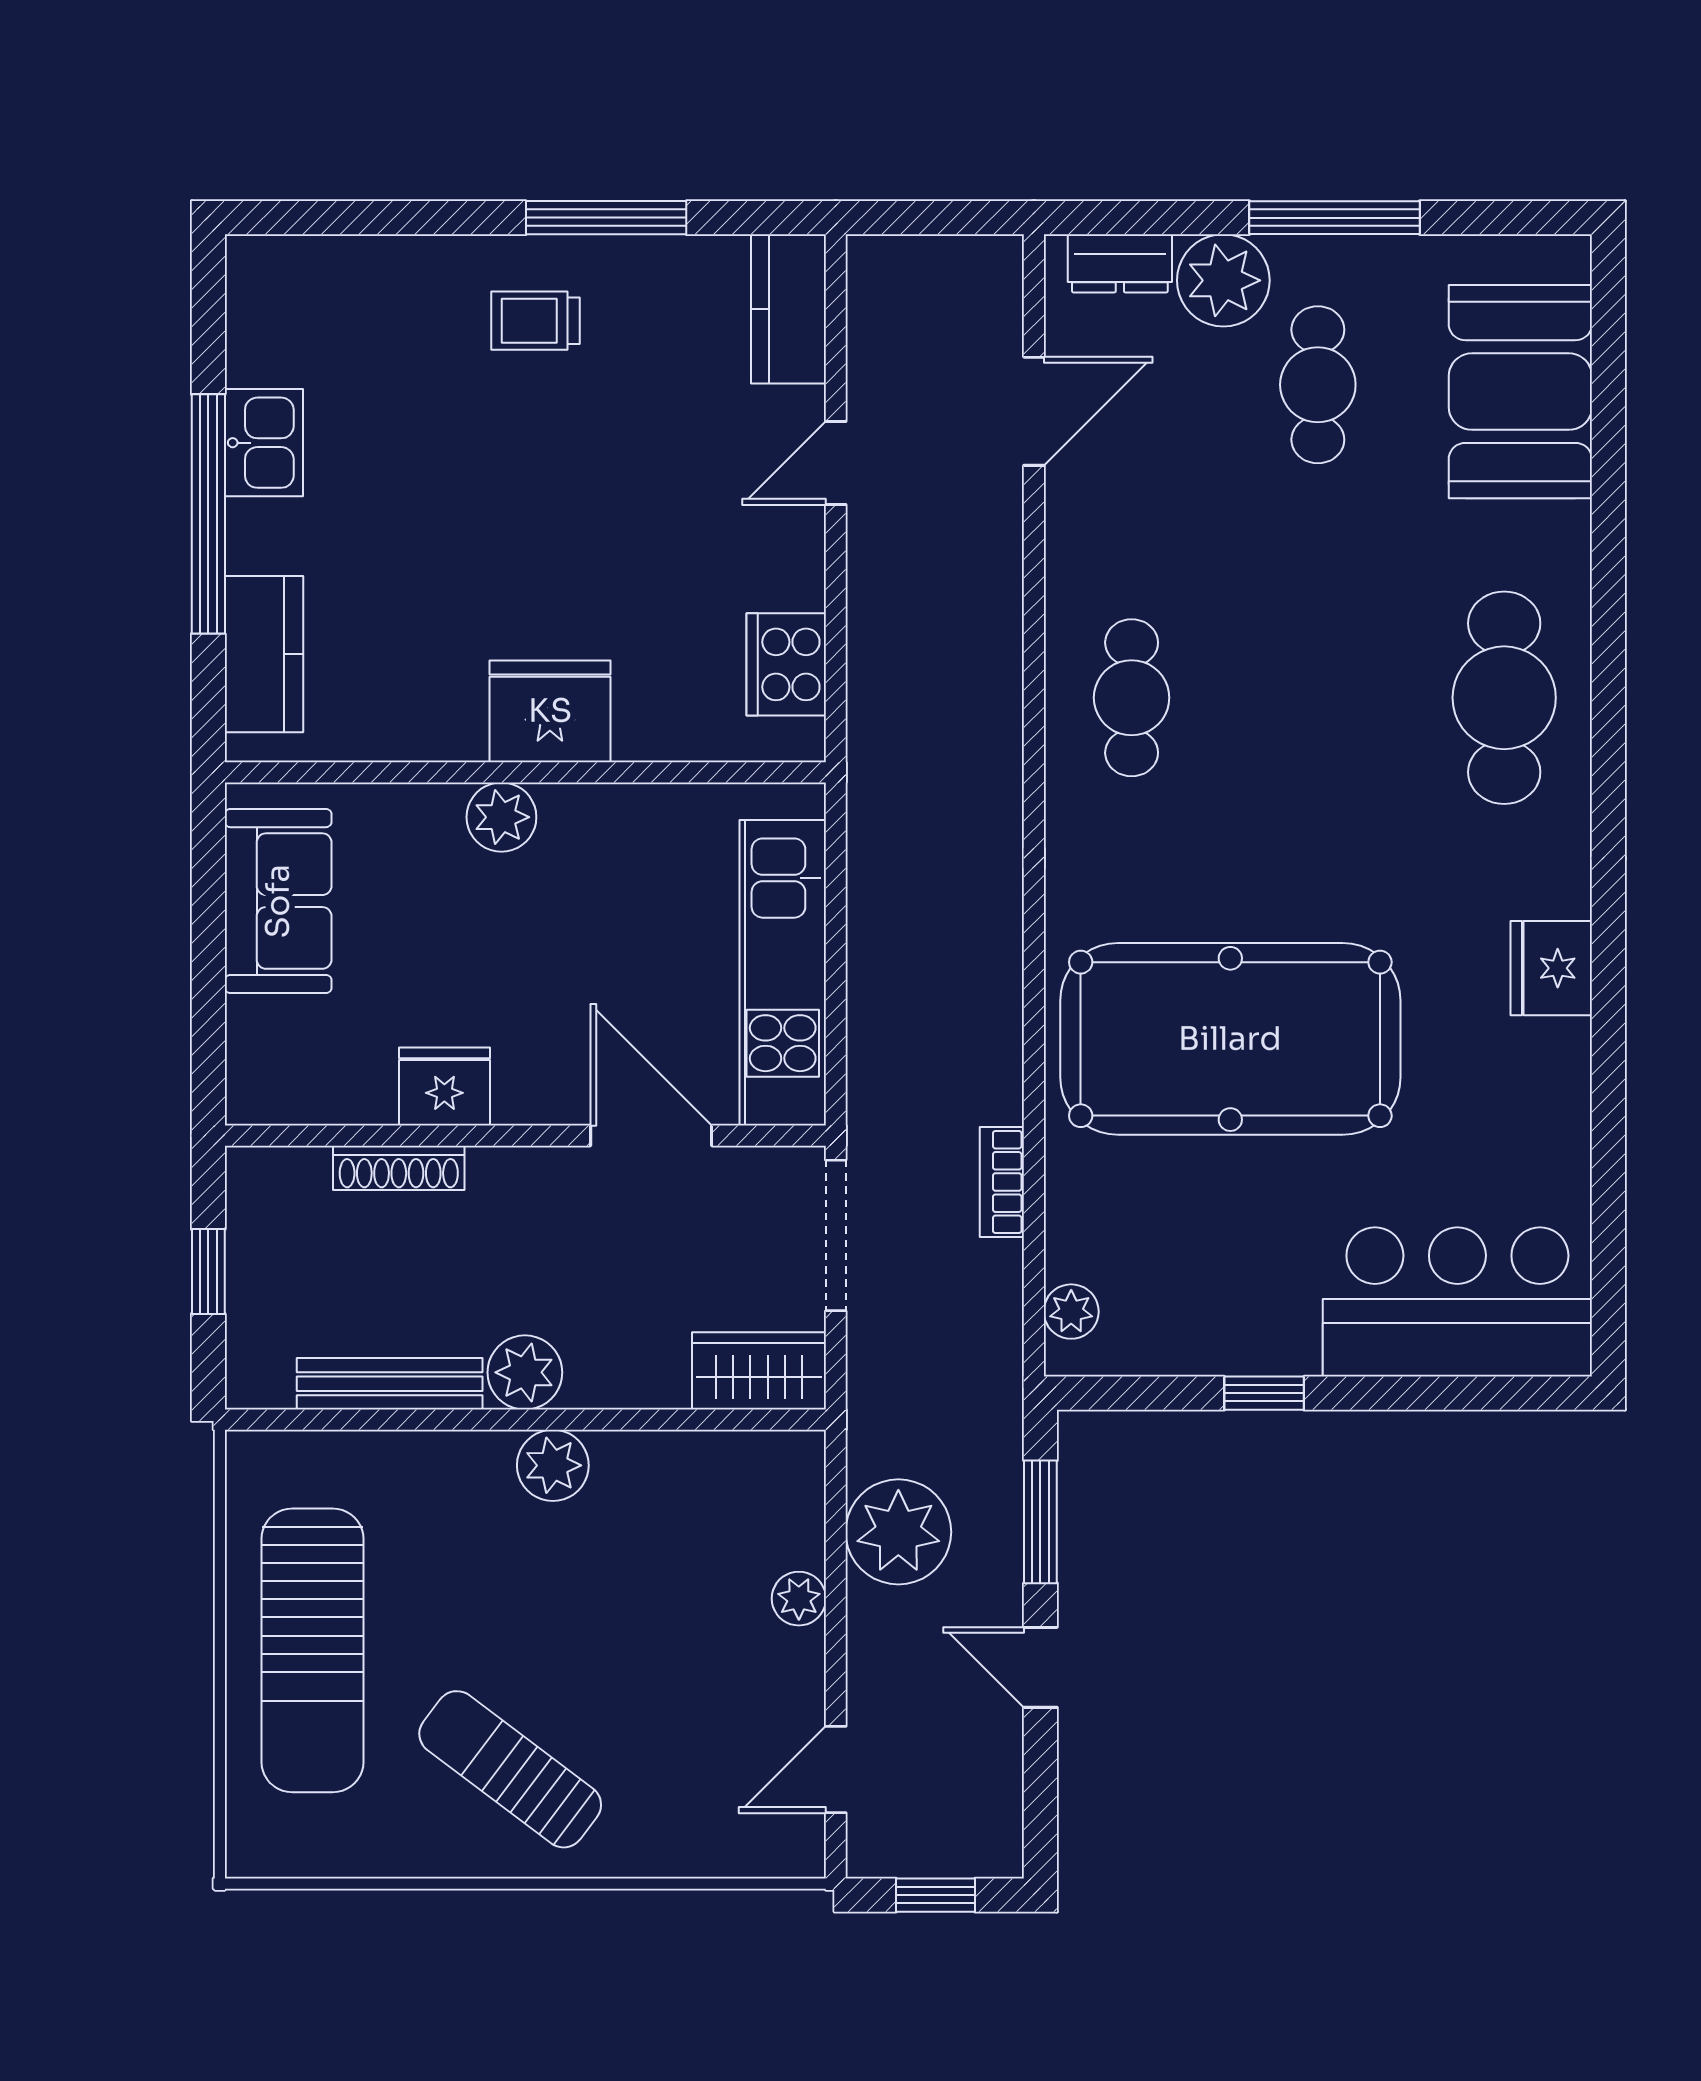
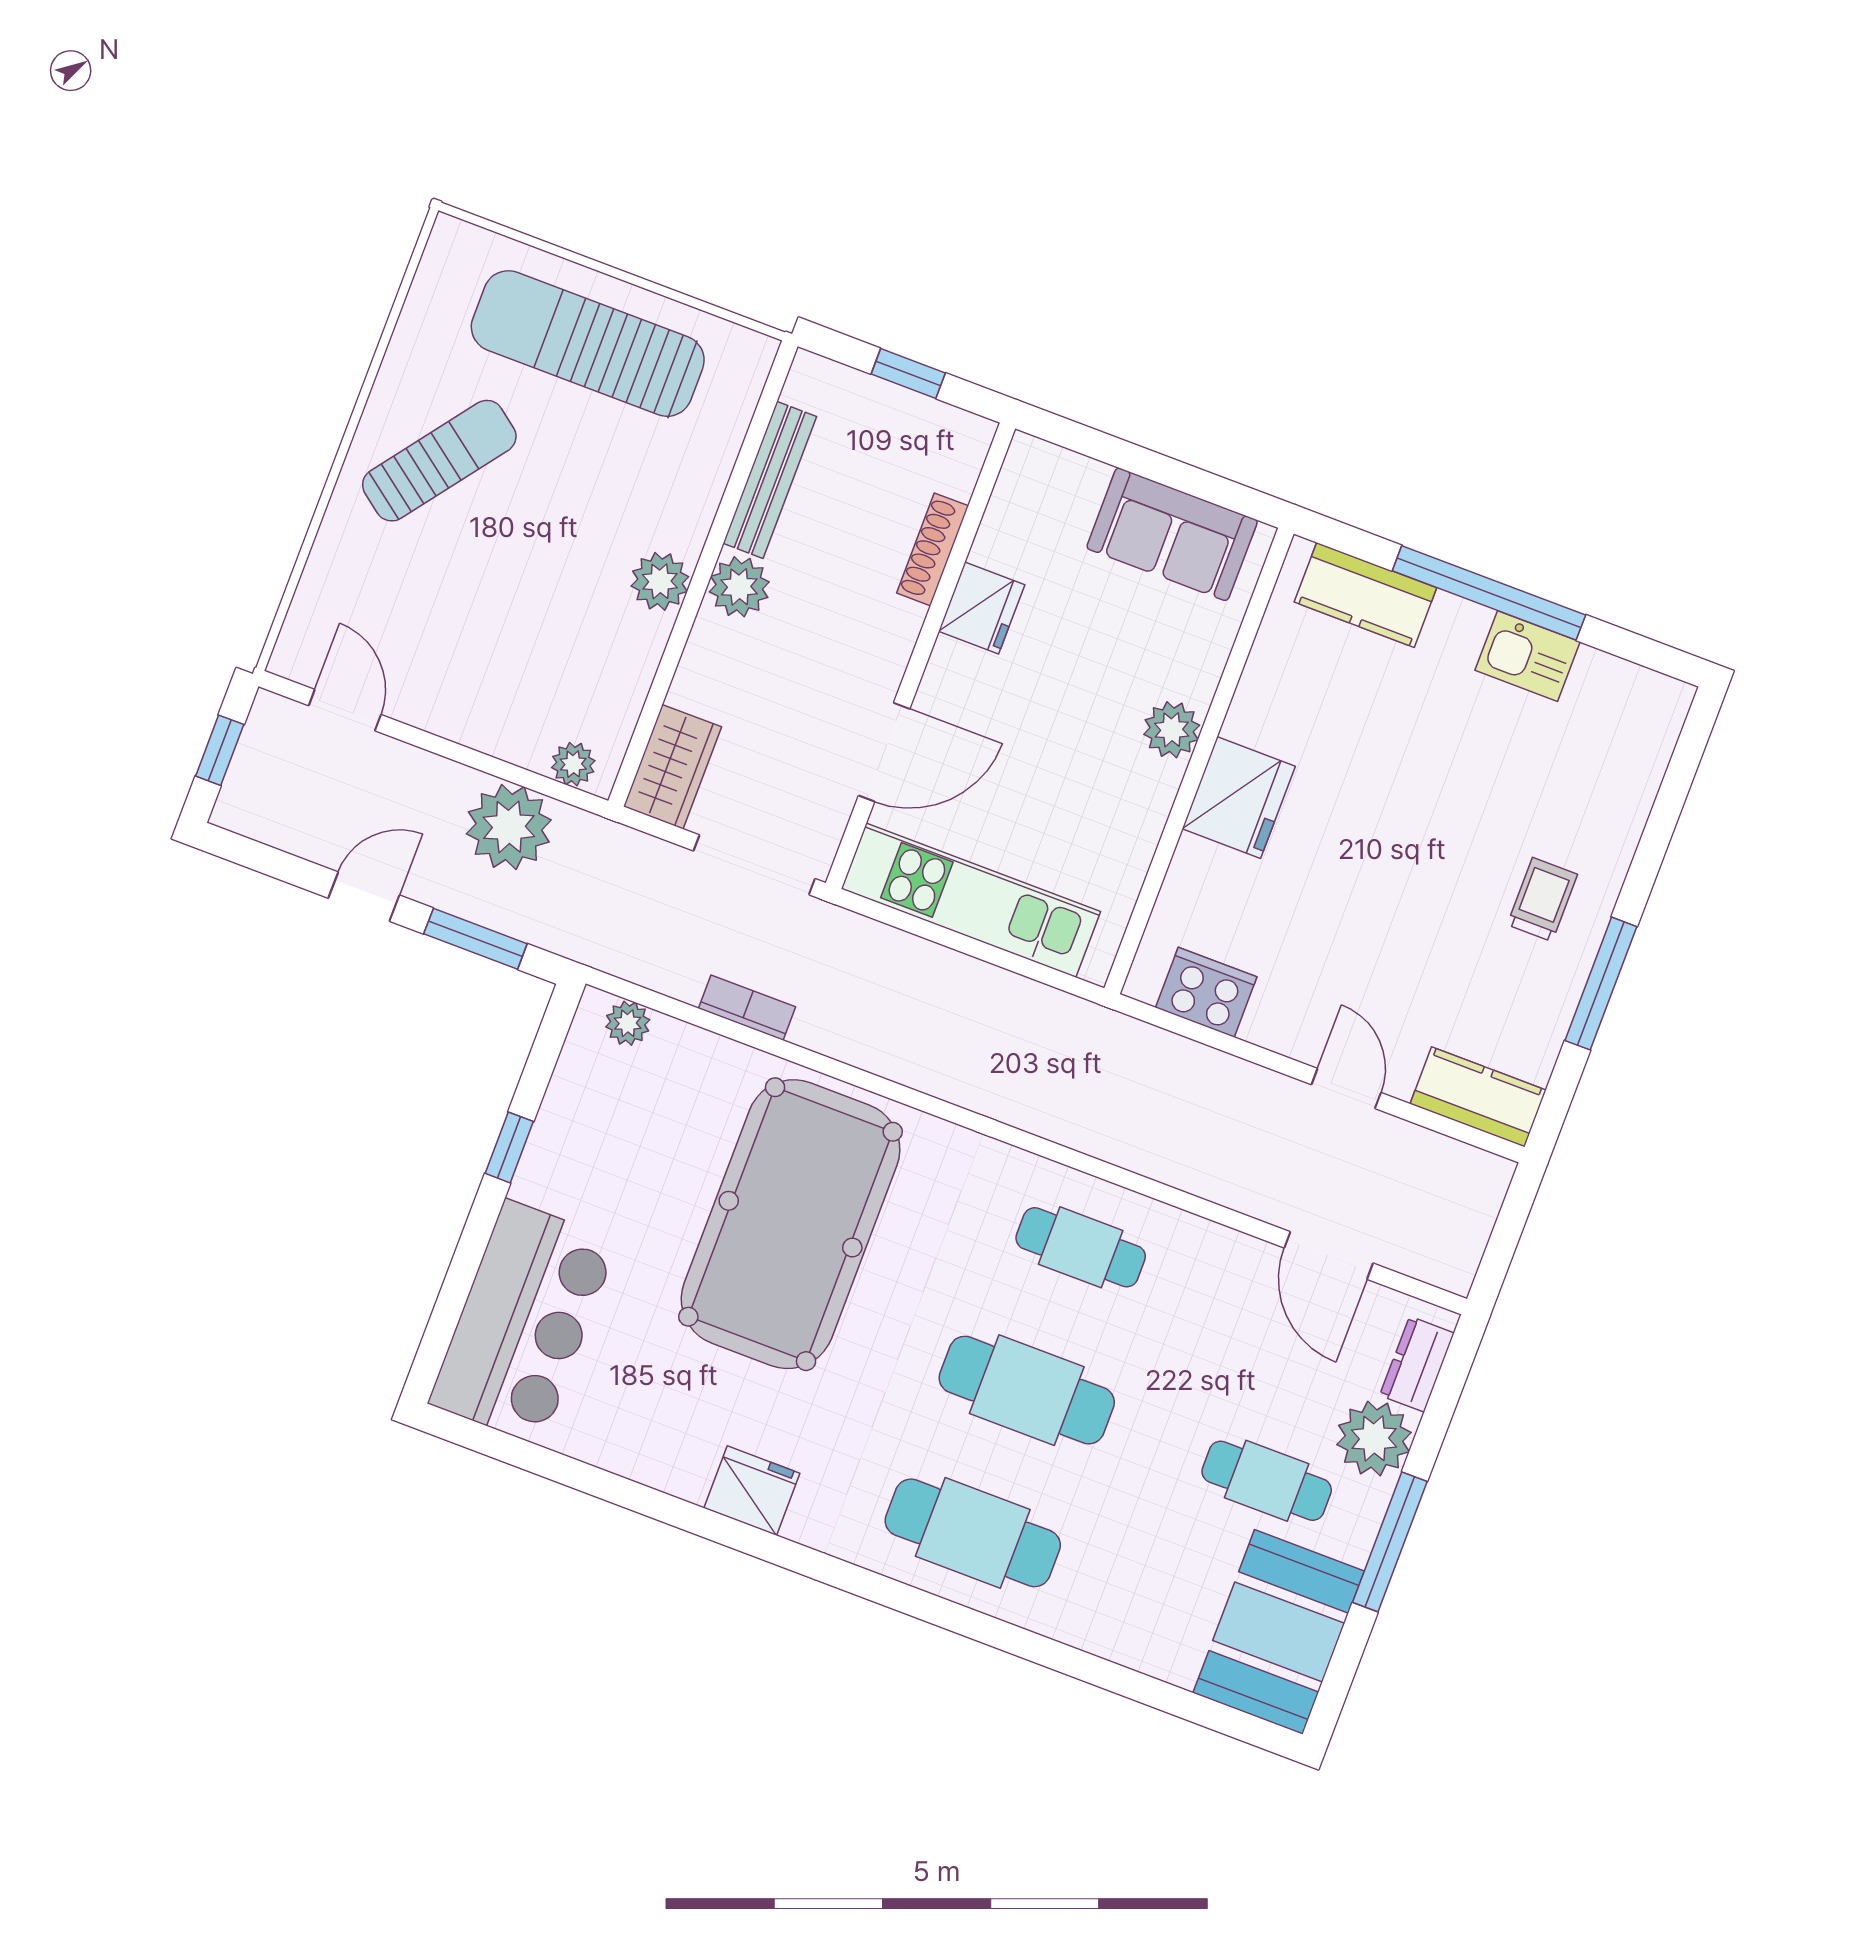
booth: (1520, 392) -> (1279, 1632), moved, turned 90
cafe table: (1318, 698) -> (1027, 1390), added
plant: (799, 1599) -> (573, 764), moved

